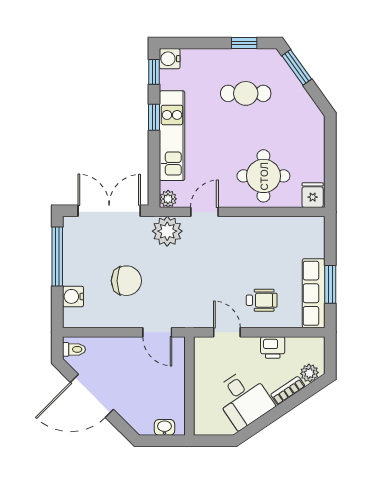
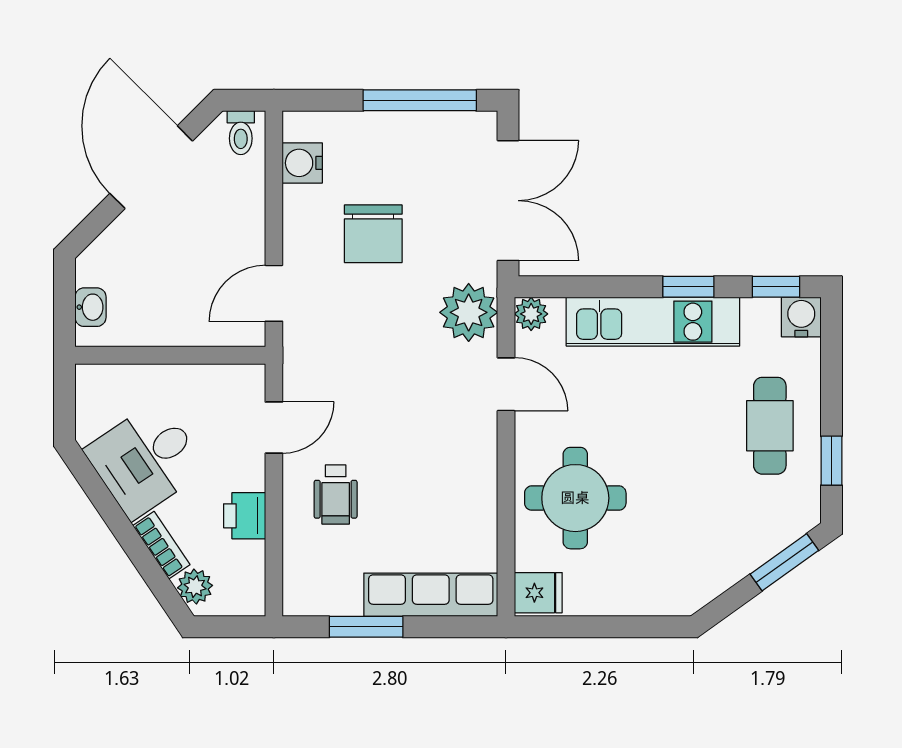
cafe table: (246, 93) -> (770, 426), moved
row of seats: (314, 293) -> (431, 595), moved
water cooler: (73, 296) -> (302, 163), moved, turned -90

